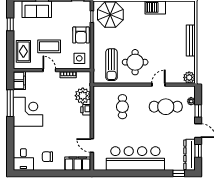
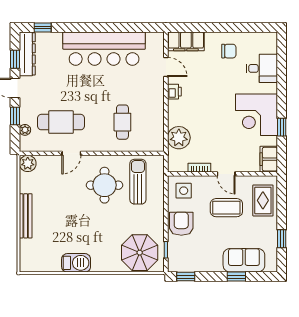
window: (10, 103) -> (282, 127), width x0.46
printer: (86, 110) -> (174, 92), moved
desk: (23, 159) -> (262, 68), moved, turned 90

